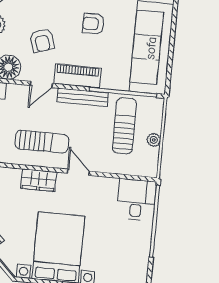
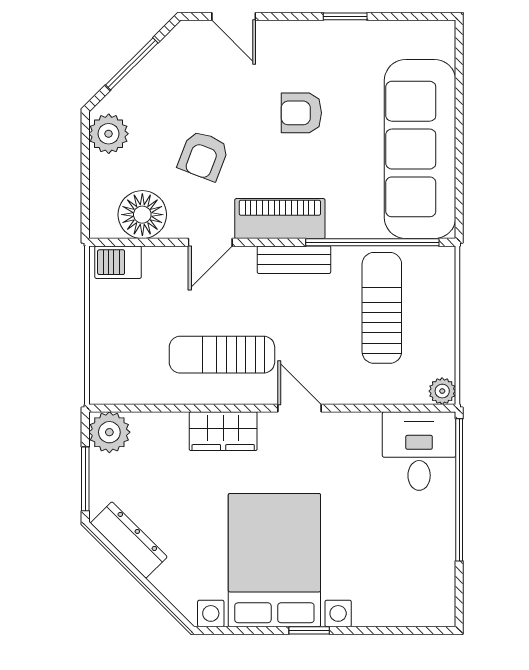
armchair: (42, 40) -> (203, 156), turned 38
bench: (83, 97) -> (294, 260), width x0.73
plant: (154, 140) -> (442, 391), moved
sun lounger: (42, 142) -> (222, 355), turned 180

